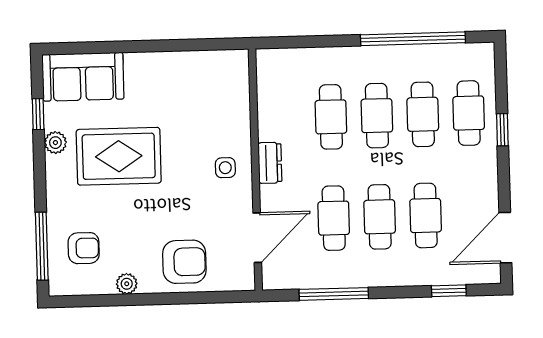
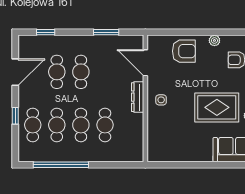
dresser: (270, 163) -> (138, 97), width x1.44
cafe table: (334, 218) -> (105, 72), removed
door: (257, 238) -> (145, 63), hinge flipped
door: (505, 238) -> (15, 72), moved
armchair: (184, 262) -> (184, 51), turned 180
window: (334, 294) -> (106, 32), width x0.69

